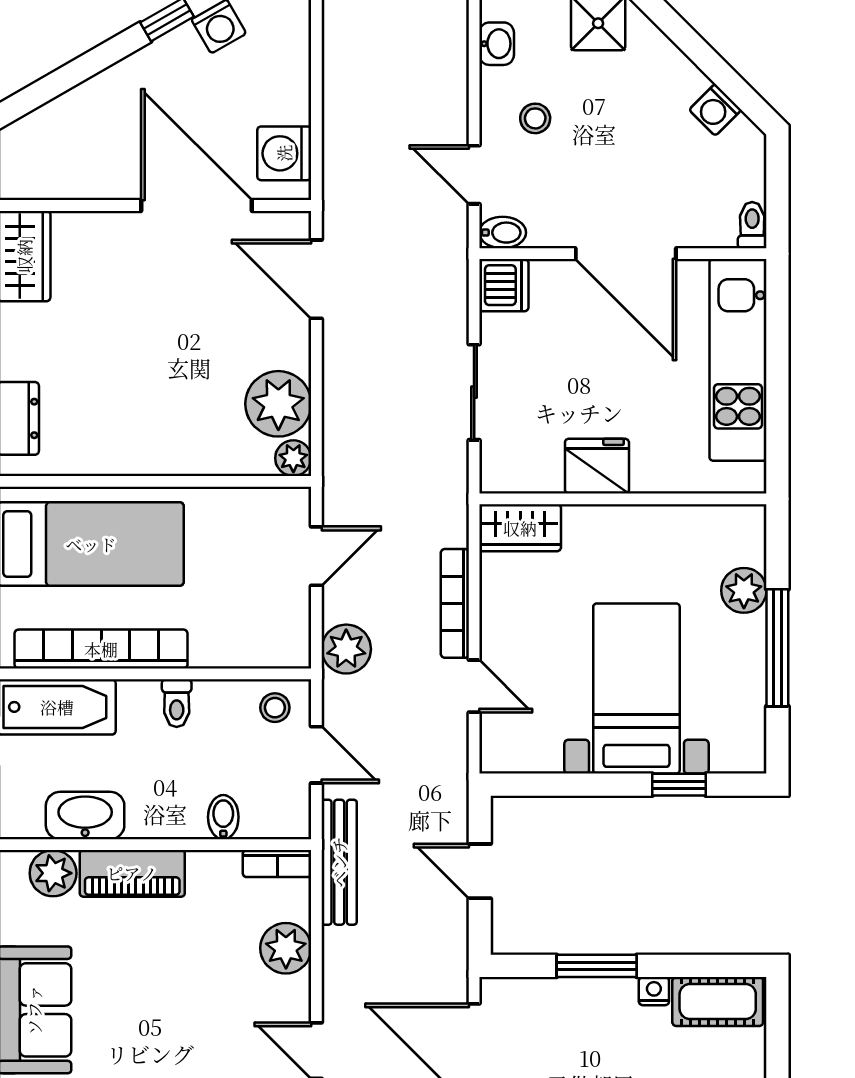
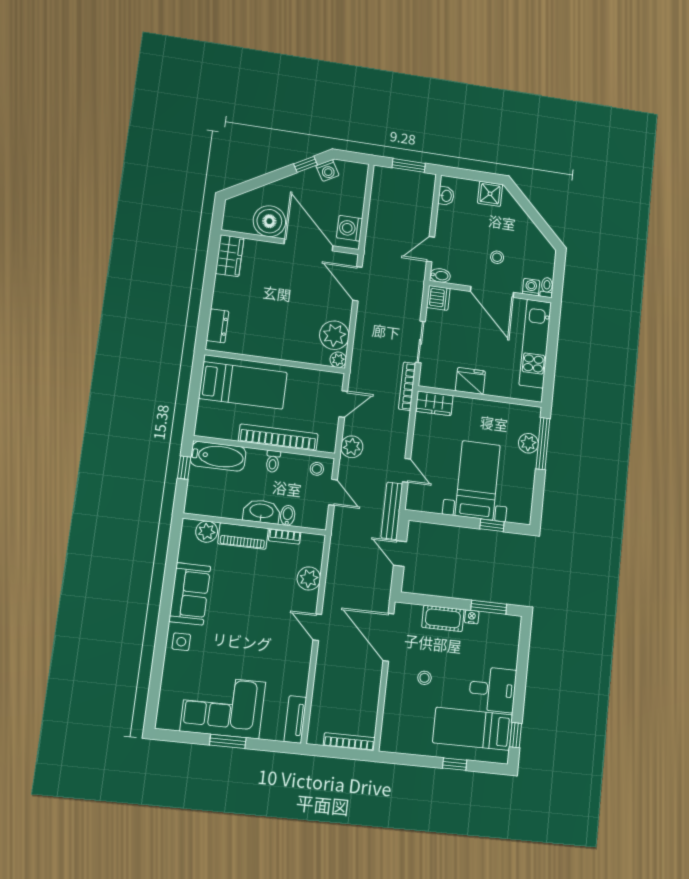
washing machine: (715, 110) -> (531, 287), moved, turned 135
stool: (535, 118) -> (497, 257), moved
boiler: (102, 164) -> (269, 221), added
door: (474, 175) -> (431, 249), hinge flipped
bookcase: (455, 603) -> (407, 386), moved
window: (777, 648) -> (543, 444), moved
bookcase: (101, 649) -> (278, 437), moved
washbasin: (85, 815) -> (262, 511), moved
bench: (339, 862) -> (392, 511), moved
bookcase: (277, 864) -> (285, 536), moved
window: (597, 966) -> (489, 607), moved
cot: (718, 1001) -> (443, 618), moved

